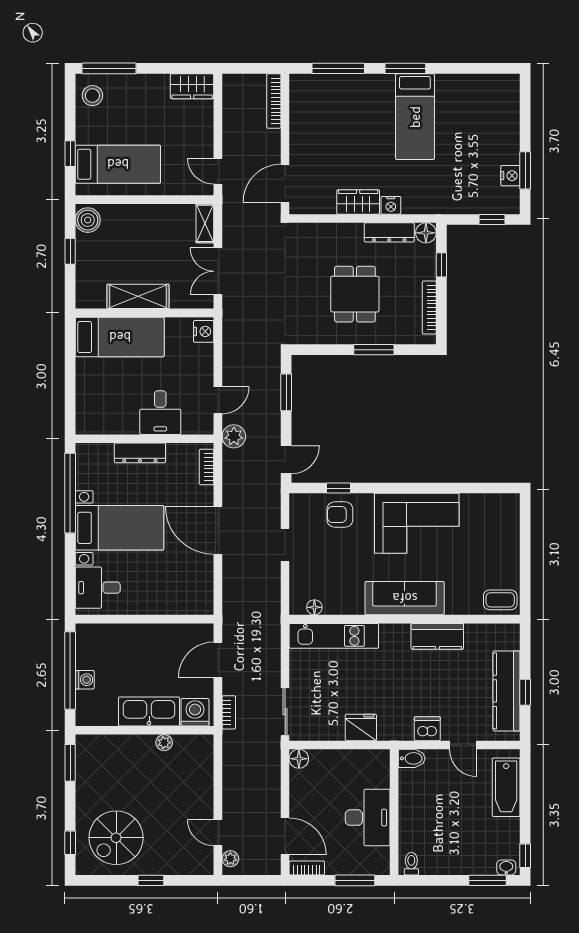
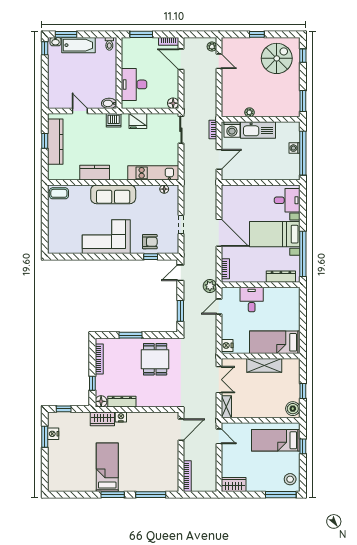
wardrobe: (358, 202) -> (102, 419), moved
dining table: (355, 294) -> (155, 359), moved
dresser: (140, 453) -> (281, 277), moved
dishwasher: (427, 729) -> (114, 120), moved
bathtub: (506, 787) -> (78, 45), moved, turned 90
desk: (368, 818) -> (134, 84), moved

